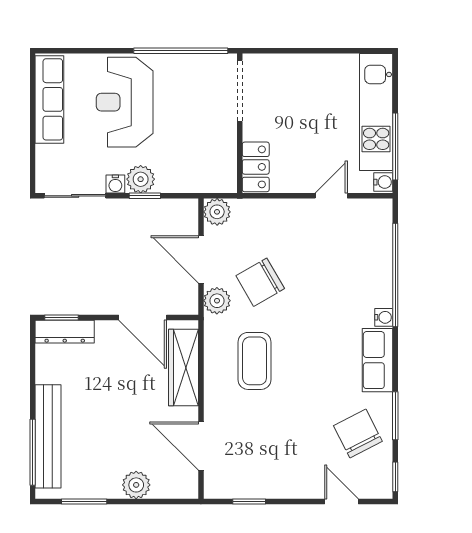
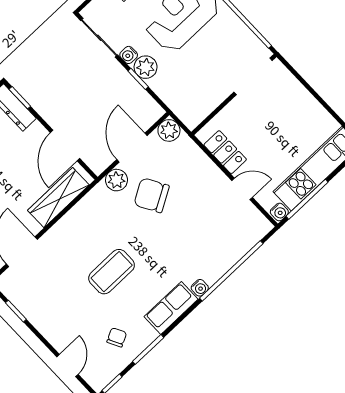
locker: (256, 167) -> (225, 152), moved, turned -90
coffee table: (255, 361) -> (112, 272), moved
chair: (358, 433) -> (117, 337), width x0.54, depth x0.54

